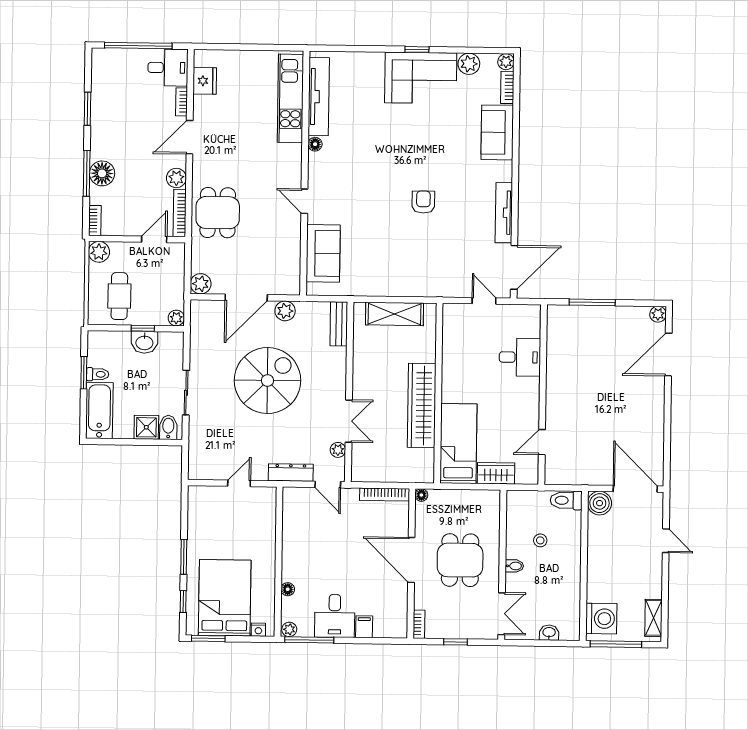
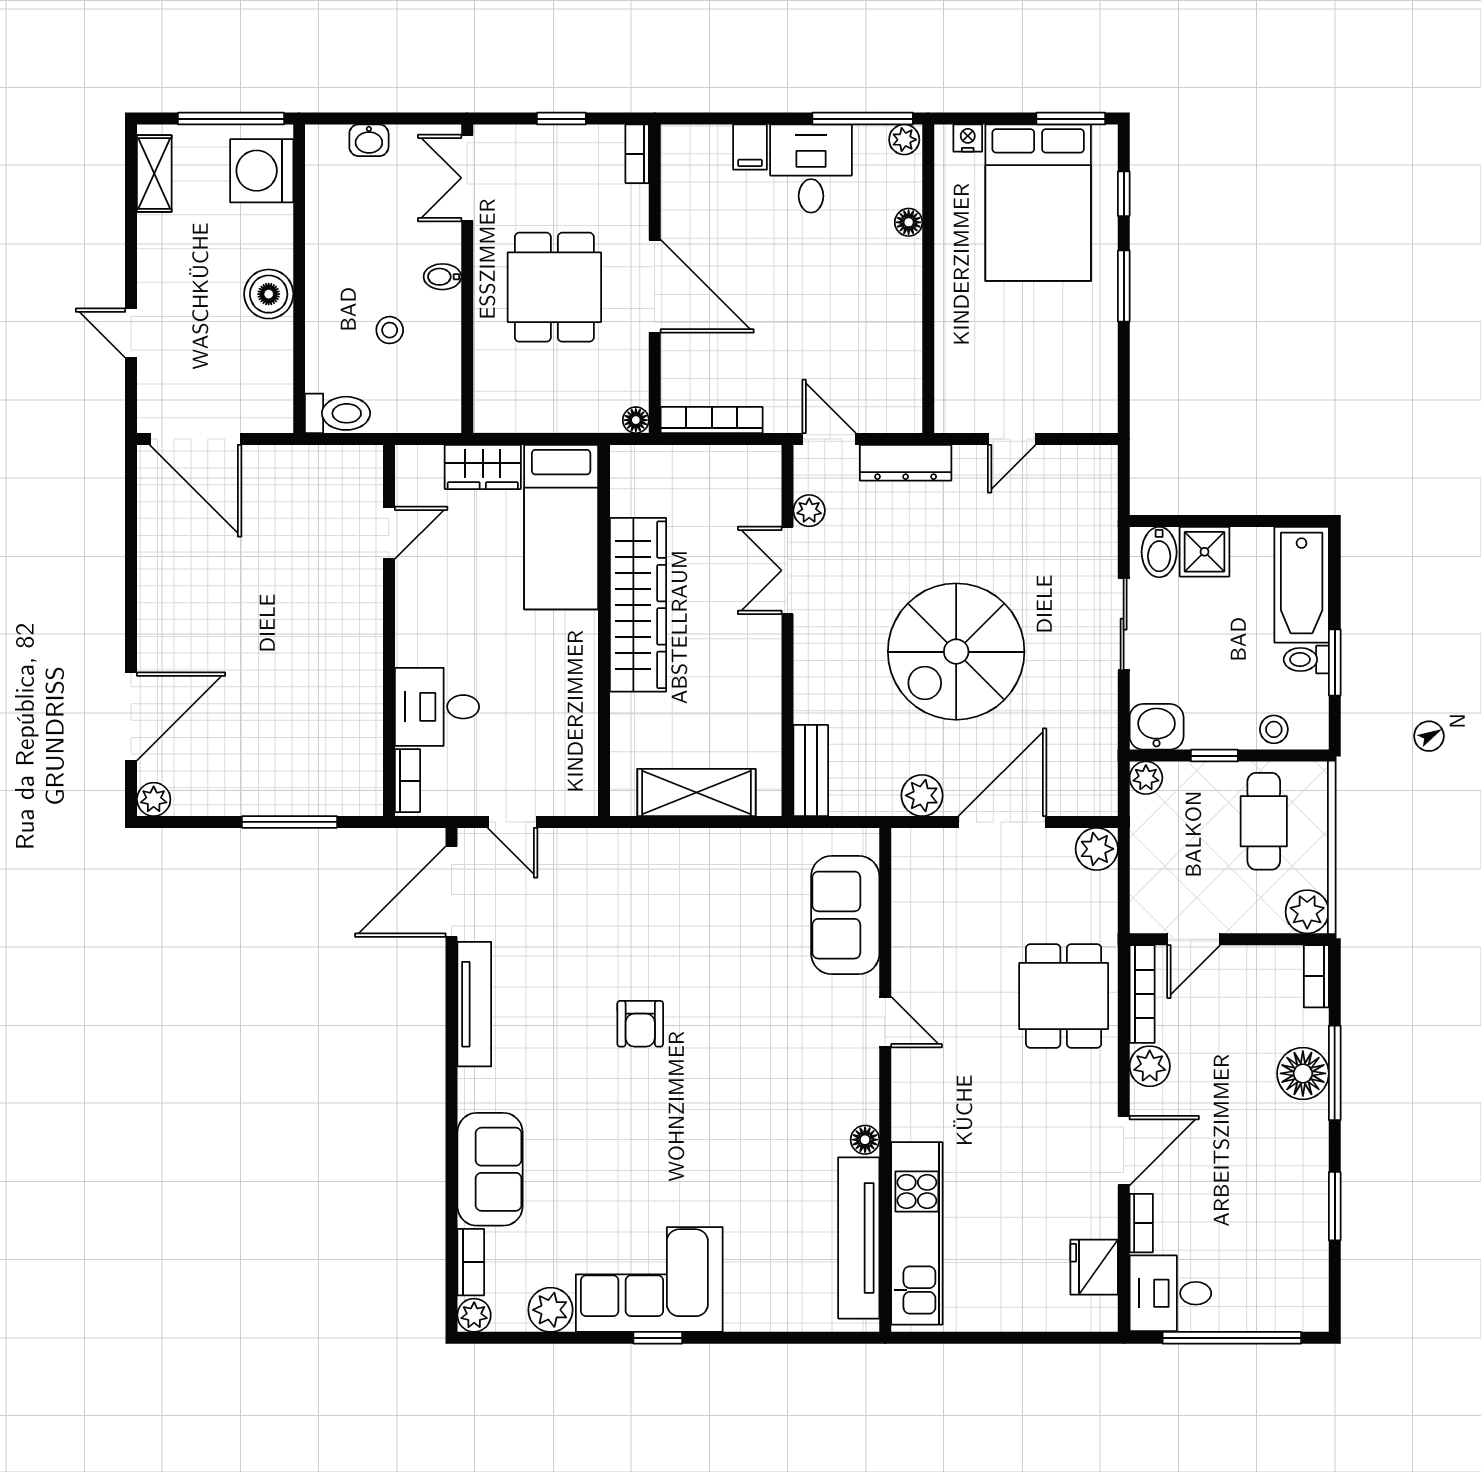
bookcase: (535, 322) -> (407, 781), added
stool: (114, 341) -> (1274, 729), added
washbasin: (144, 342) -> (1157, 727), moved
boiler: (600, 503) -> (269, 294), moved

